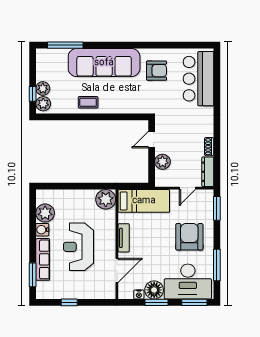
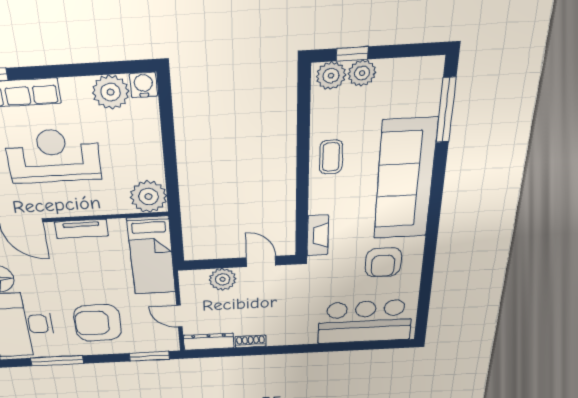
fireplace: (136, 108) -> (318, 235), added
water cooler: (42, 230) -> (143, 85), moved
armchair: (189, 237) -> (98, 323), turned 180

